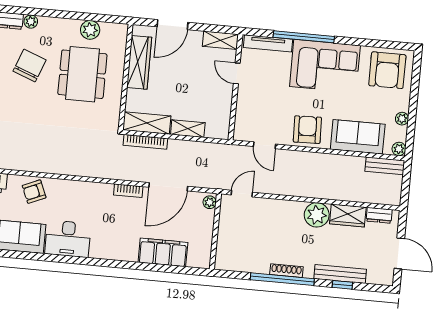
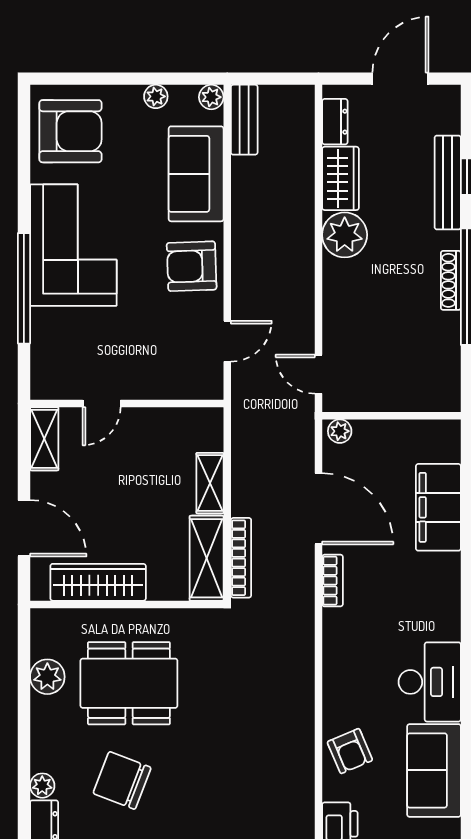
tv unit: (268, 43) -> (42, 352), removed

